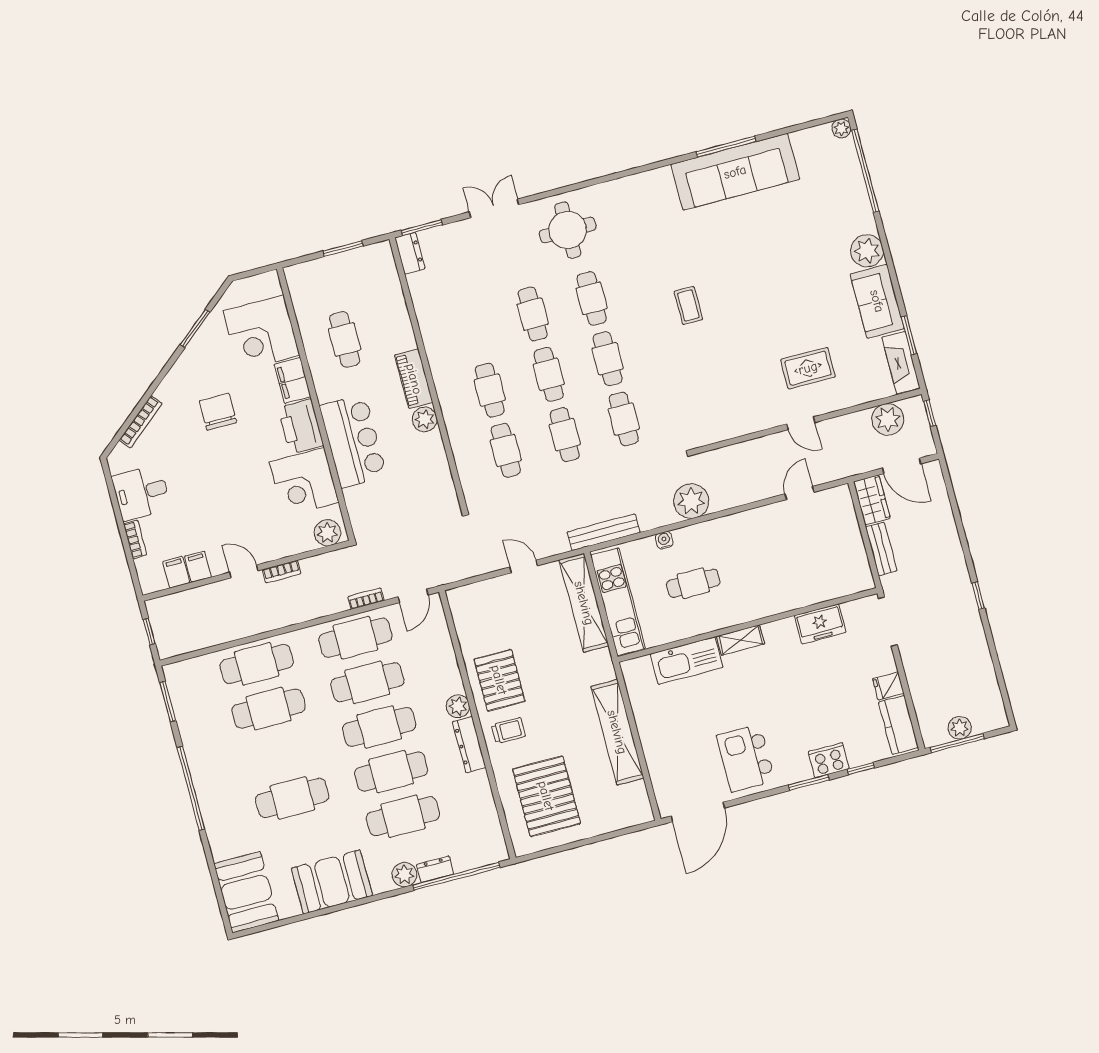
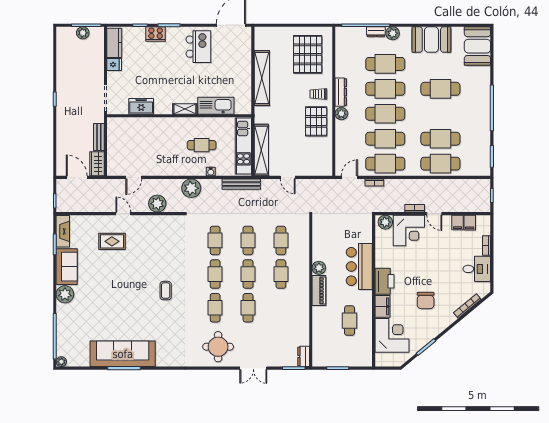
plant: (888, 419) -> (157, 204), moved
corner desk: (304, 482) -> (409, 231), moved, turned 90

